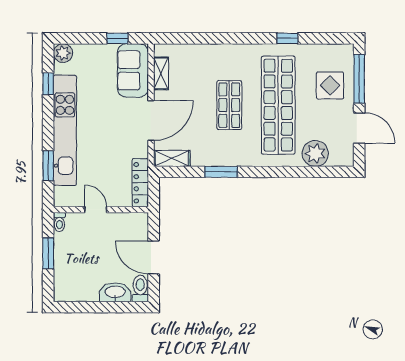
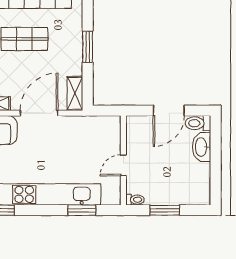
door: (151, 120) -> (39, 113), hinge flipped
locker: (140, 183) -> (98, 123), removed

